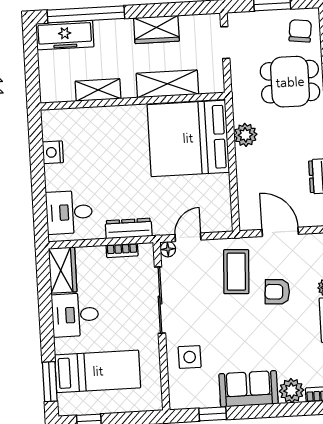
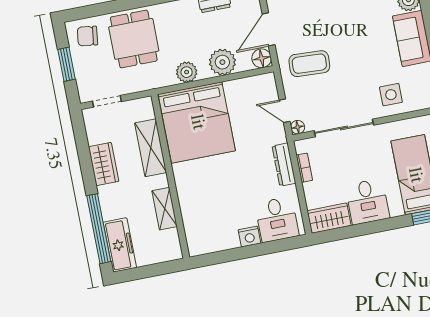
nightstand: (53, 152) -> (249, 237), moved
plant: (251, 176) -> (222, 62), added
floor lamp: (249, 220) -> (262, 58), added
armchair: (277, 292) -> (322, 25), removed

